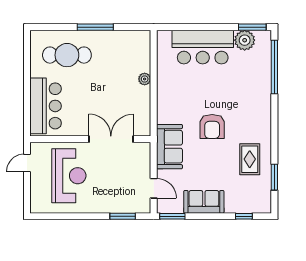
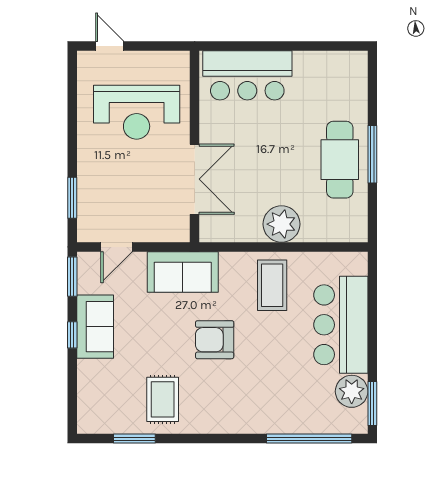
cafe table: (67, 55) -> (340, 160), moved
plant: (145, 79) -> (282, 224), width x1.87, depth x1.87
coffee table: (178, 90) -> (272, 285), added
rug: (250, 159) -> (163, 399), turned 90
door: (27, 163) -> (110, 46), moved
window: (244, 216) -> (72, 335), moved

